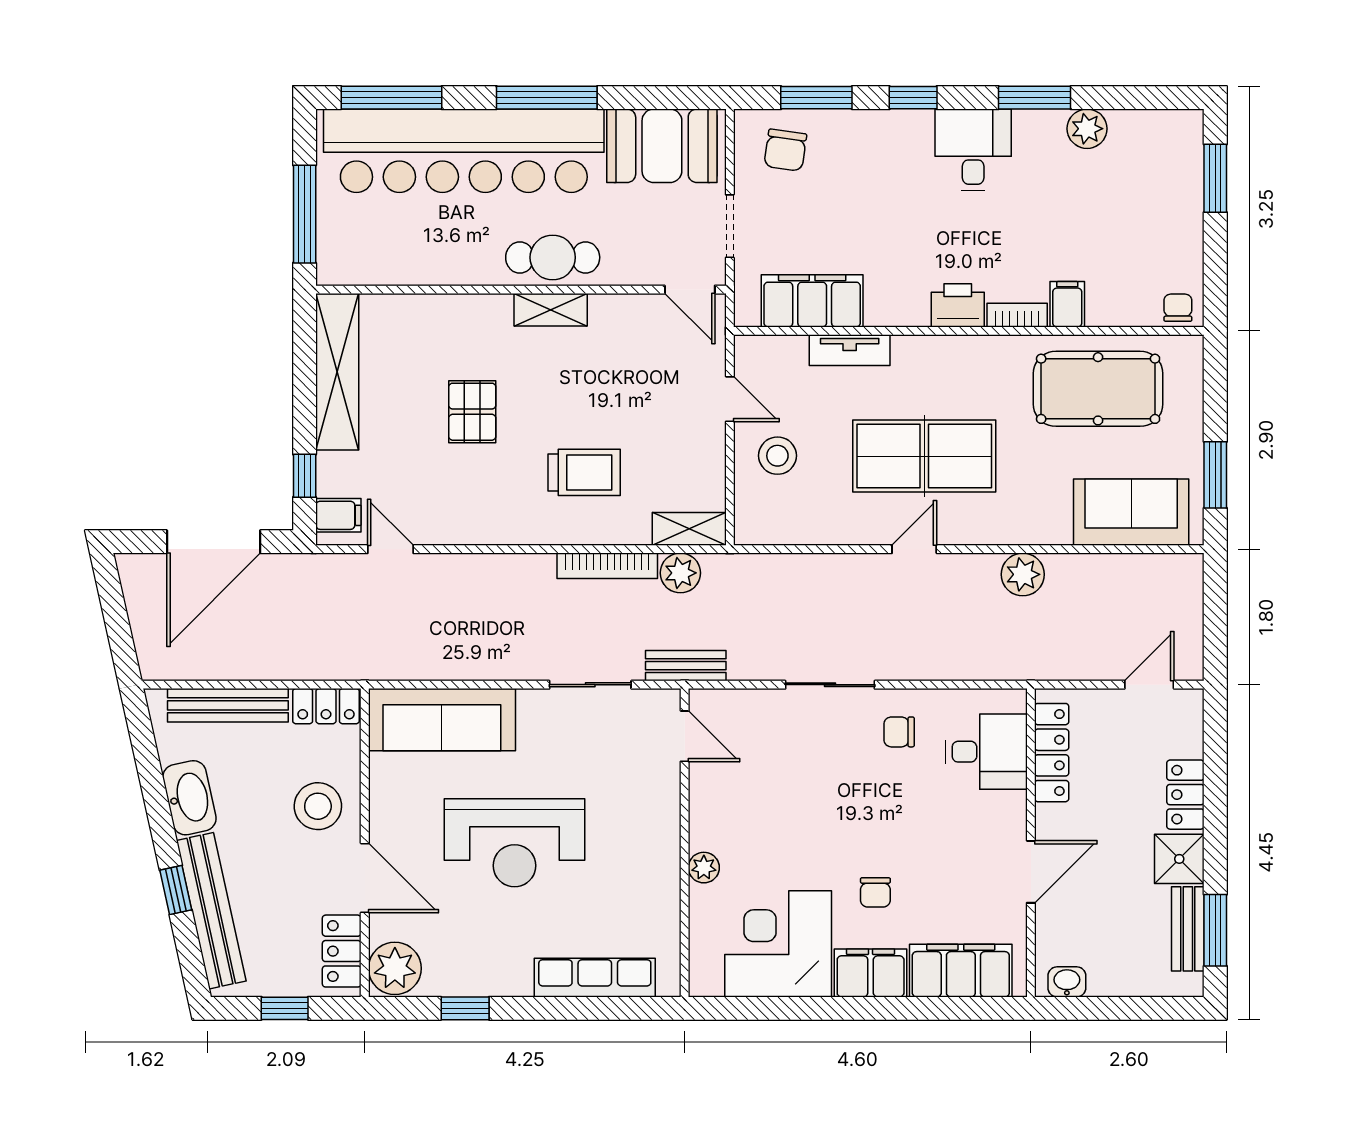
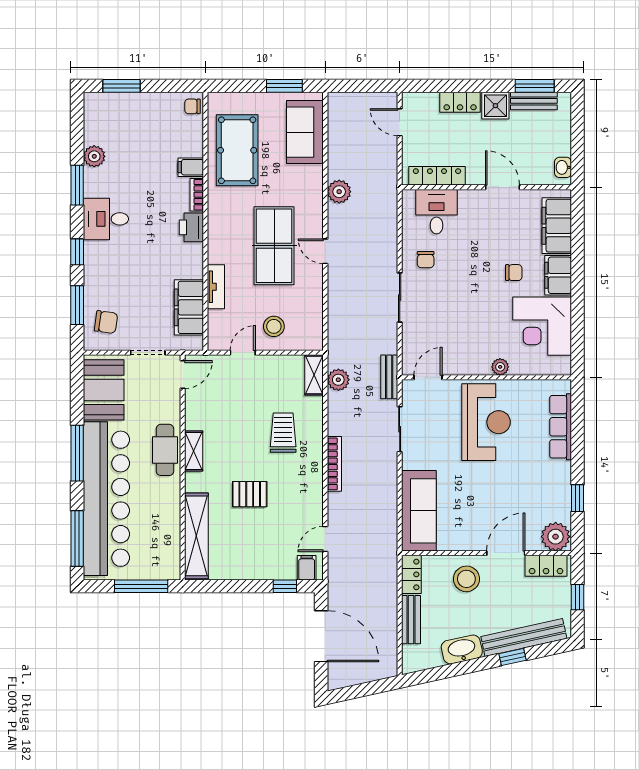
shelving: (337, 372) -> (196, 536), moved, turned 90
bookcase: (607, 566) -> (334, 464), moved
bench: (228, 705) -> (411, 620), width x0.73
reception desk: (515, 843) -> (486, 422), moved

